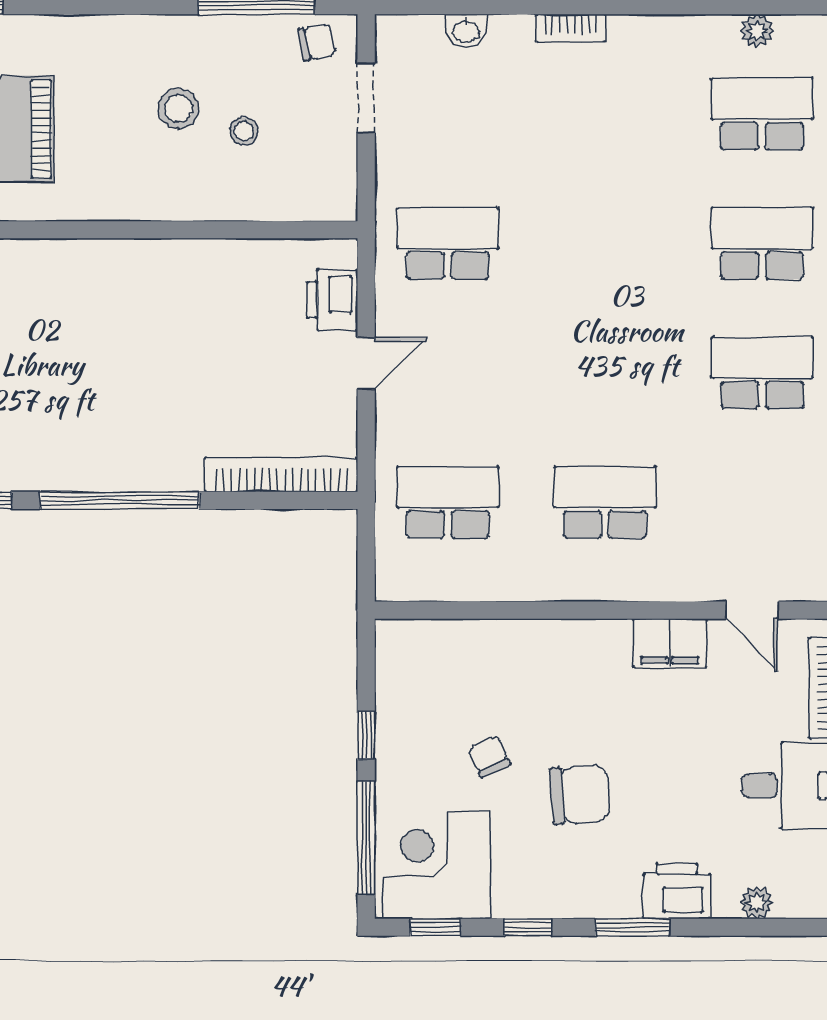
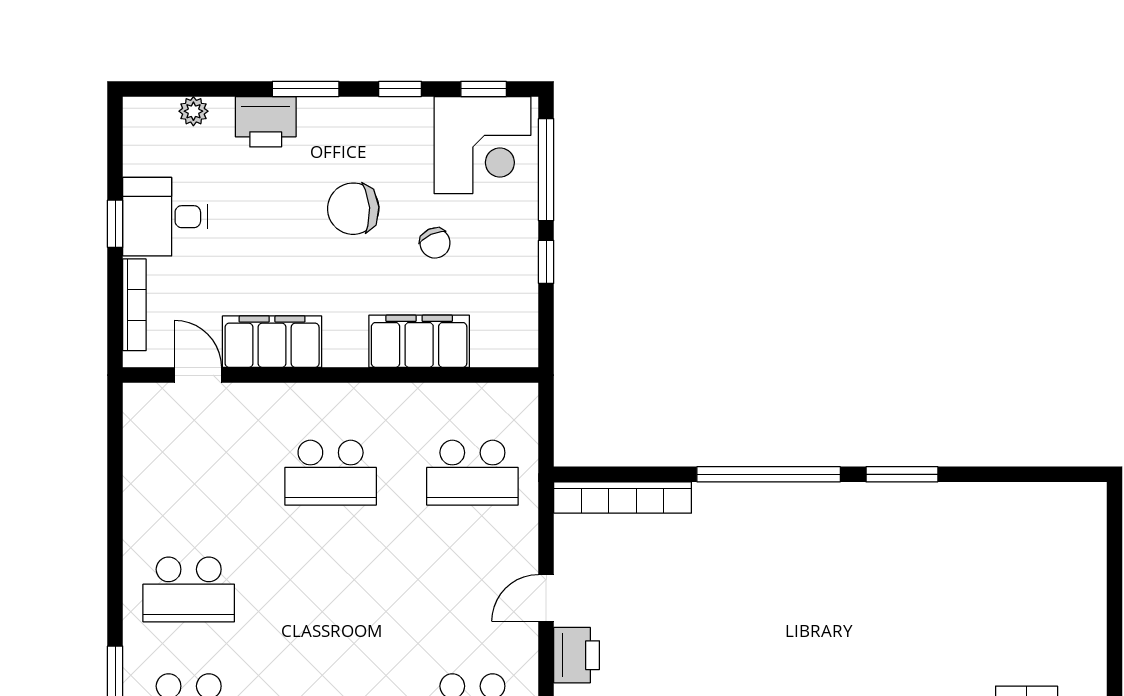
filing cabinet: (670, 643) -> (272, 342), width x1.50, depth x1.17
filing cabinet: (507, 648) -> (419, 341), added

